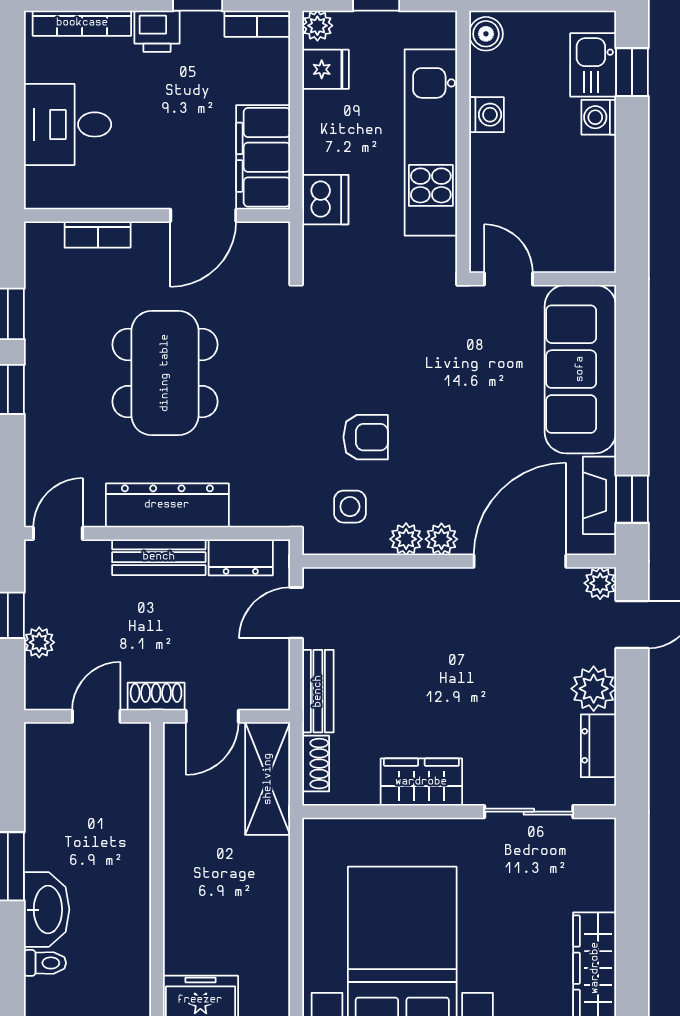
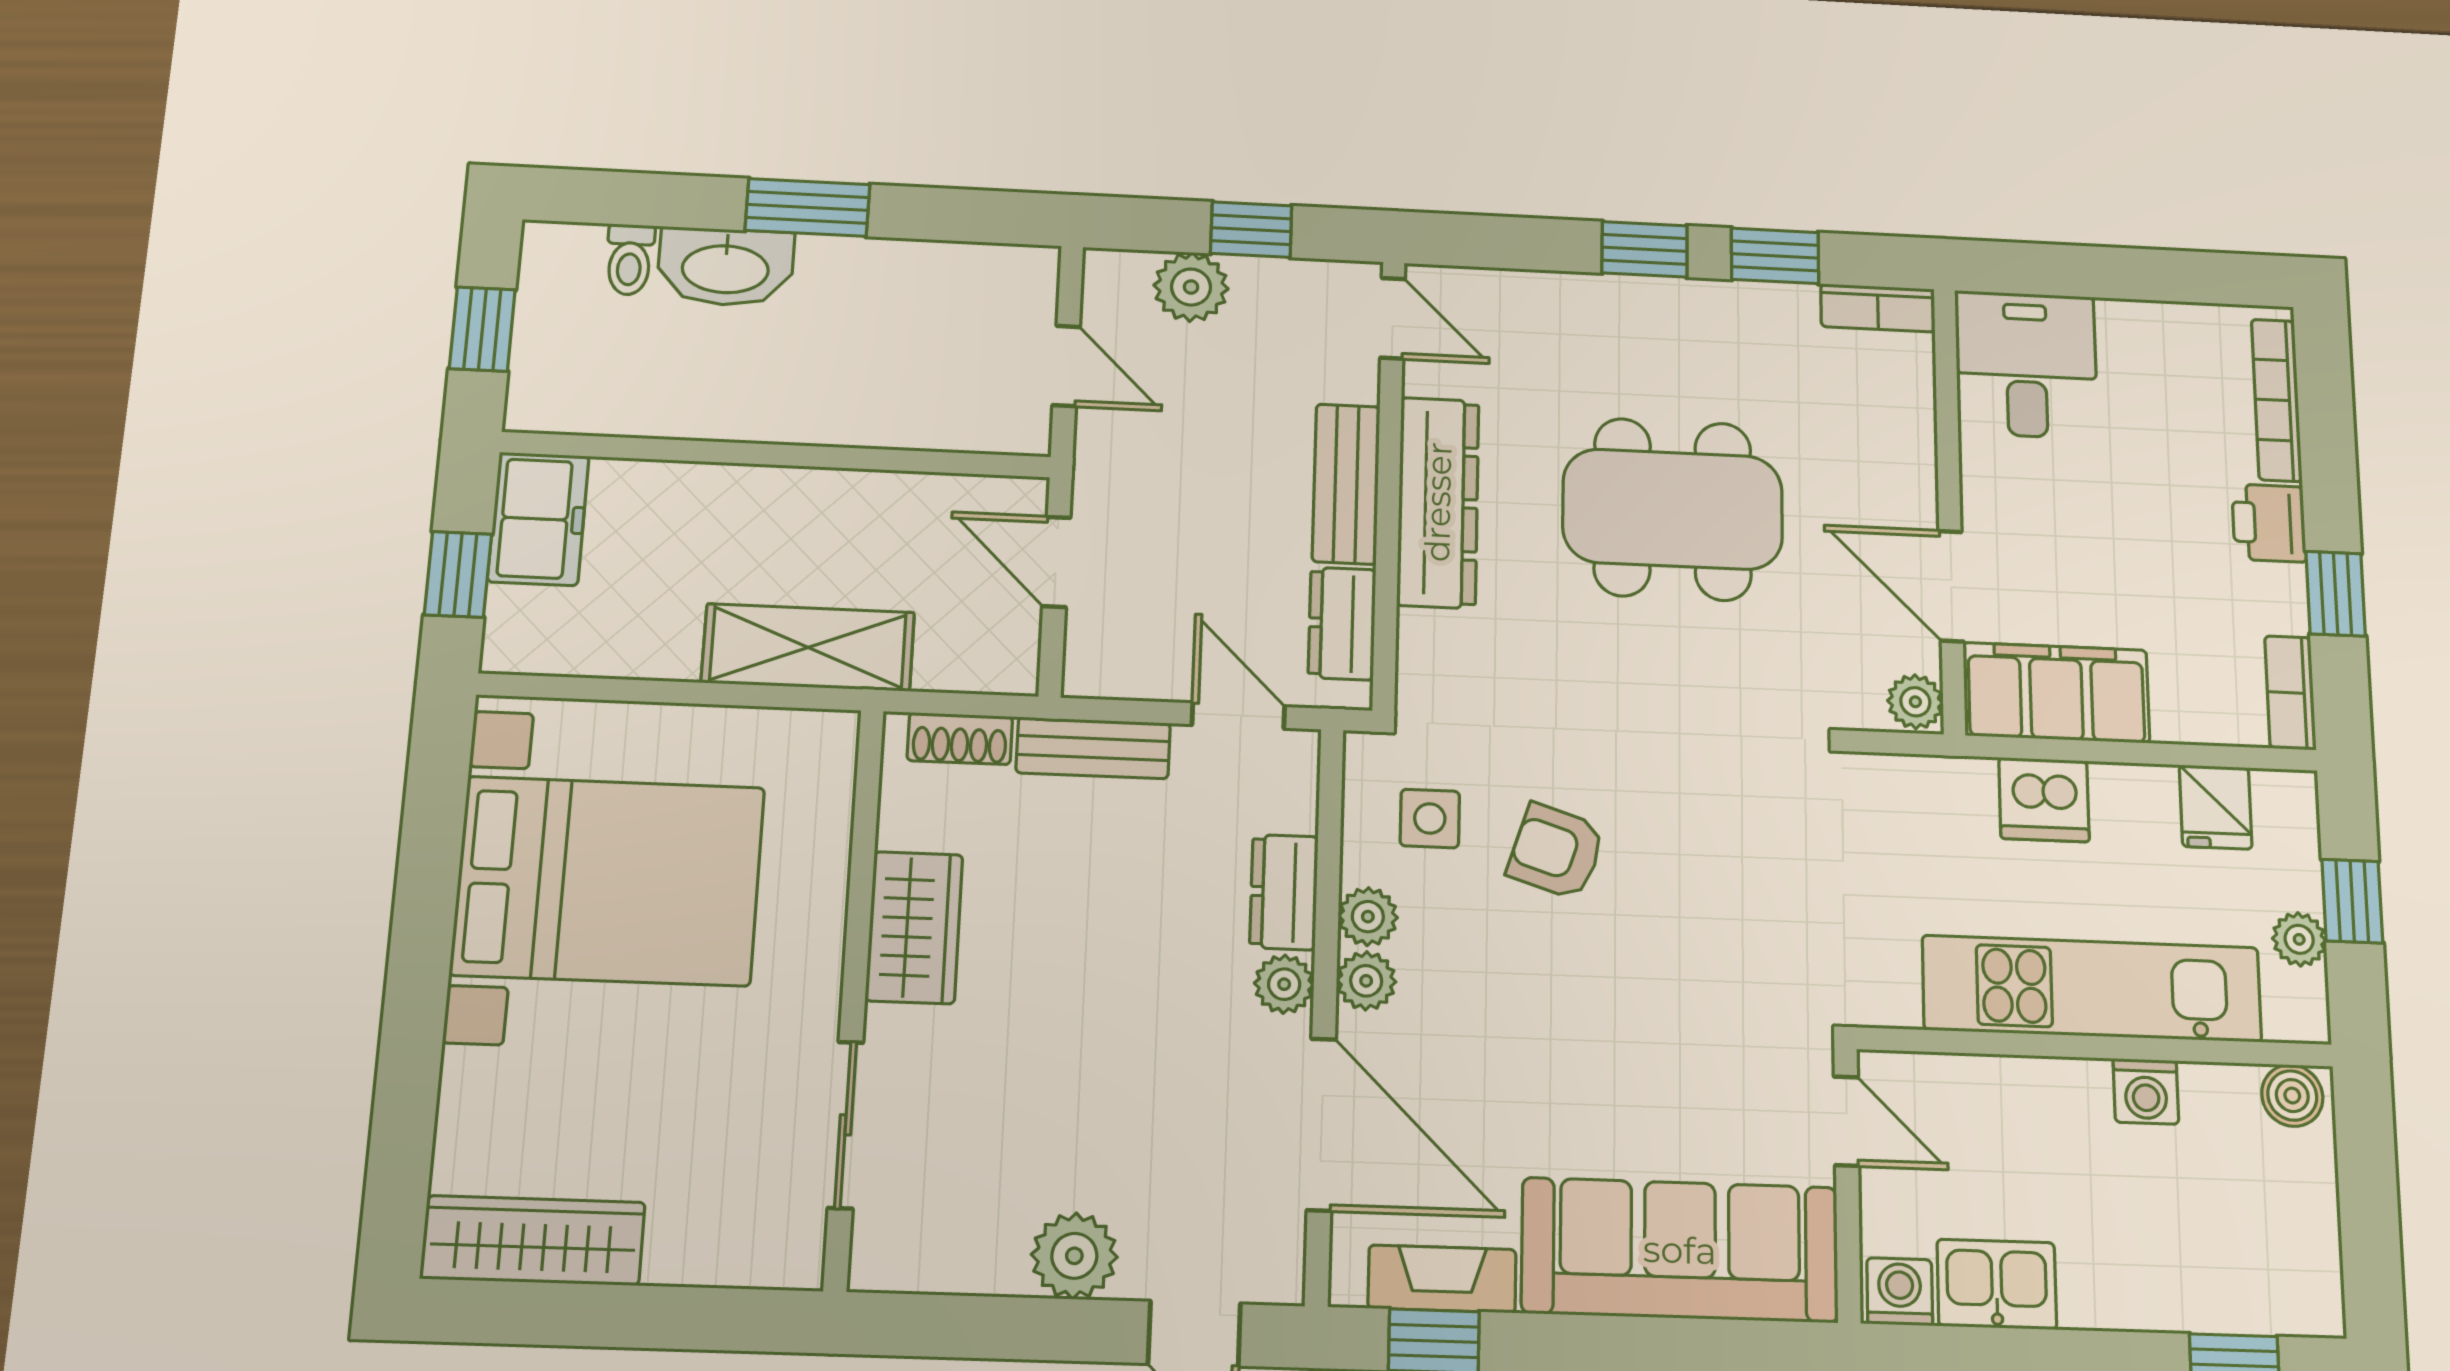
plant: (317, 26) -> (2299, 939), moved
kitchen sink: (593, 65) -> (1997, 1284), moved
washing machine: (599, 117) -> (1900, 1292), moved
desk: (68, 124) -> (2026, 365), moved
dishwasher: (325, 200) -> (2044, 800), moved
bookcase: (98, 234) -> (1878, 308), moved, turned -90
plant: (272, 237) -> (1915, 702), added
door: (508, 279) -> (1847, 1121), hinge flipped
armchair: (366, 437) -> (1556, 851), turned 108
plant: (600, 583) -> (1284, 984), moved
plant: (39, 642) -> (1191, 287), width x1.38, depth x1.38
shoe rack: (156, 696) -> (1097, 468), removed
dresser: (598, 746) -> (1284, 892), moved, turned -90
shelving: (268, 779) -> (808, 647), moved

